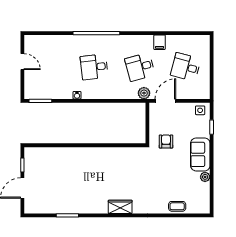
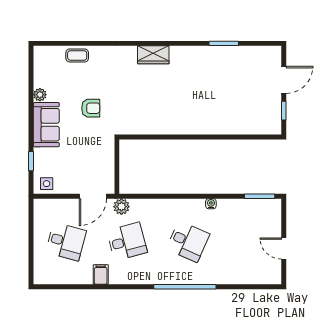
desk: (94, 67) -> (188, 241), turned 30
armchair: (166, 141) -> (91, 108), moved, turned -90

